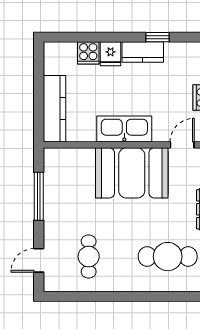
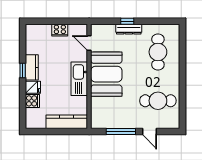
window: (158, 37) -> (23, 71), moved
cafe table: (89, 257) -> (158, 101), width x1.37, depth x1.35
door: (39, 260) -> (150, 132), moved

